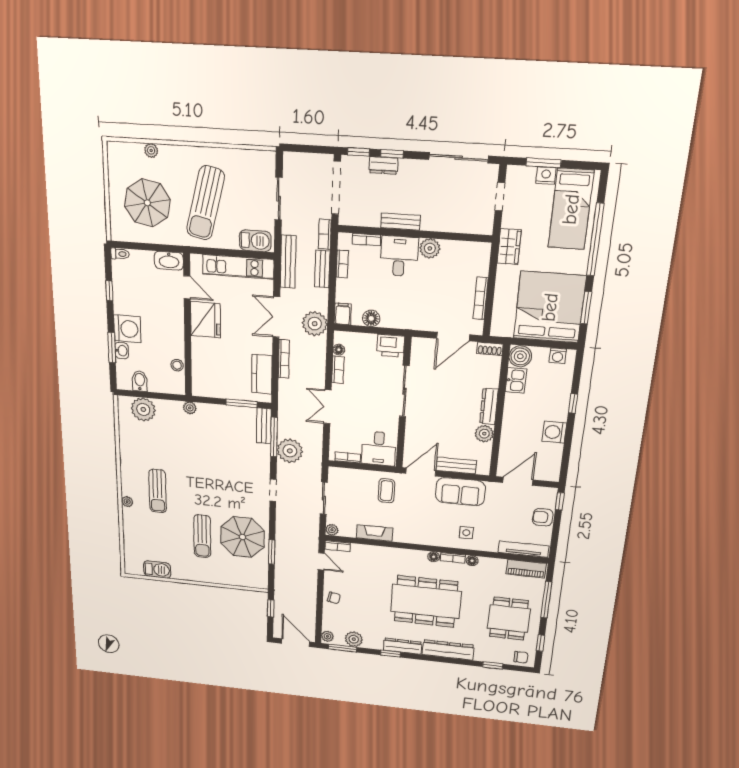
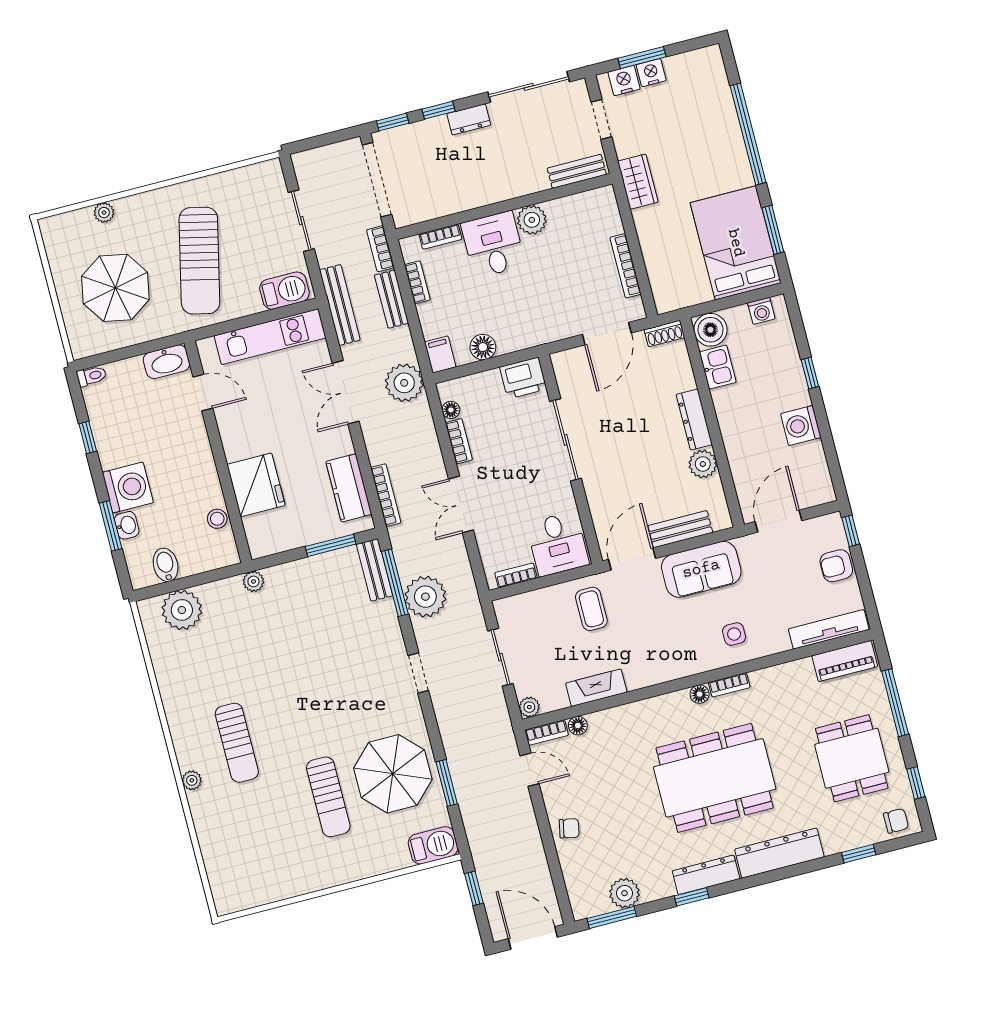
dresser: (383, 165) -> (469, 119), moved
nightstand: (525, 175) -> (624, 81), added
bed: (571, 209) -> (700, 105), removed
bench: (401, 222) -> (577, 171), moved
bed: (550, 307) -> (736, 243), width x0.73
fridge: (205, 320) -> (256, 485), moved
bookcase: (284, 359) -> (386, 495), moved
floor lamp: (472, 561) -> (578, 726), moved
barbecue: (157, 569) -> (433, 845), moved
plant: (327, 636) -> (581, 905), removed

